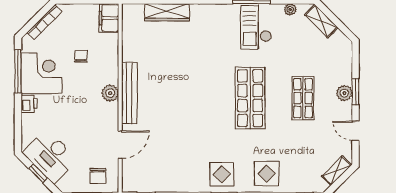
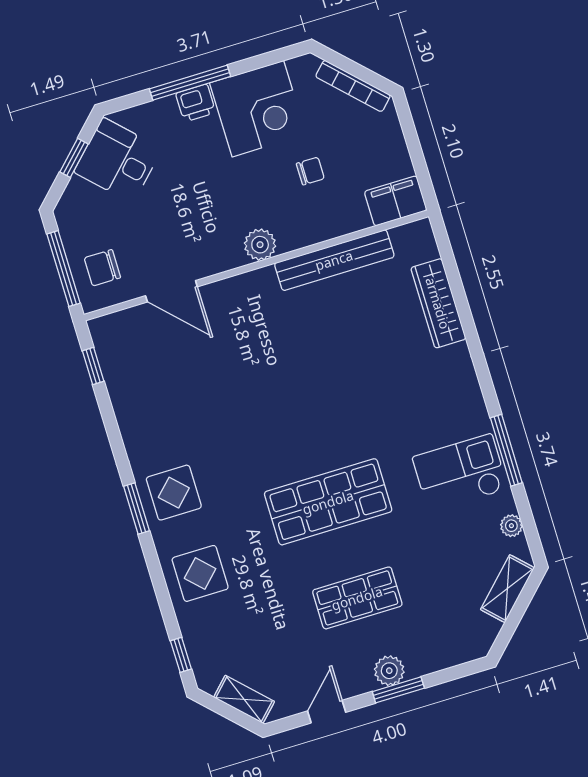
window: (18, 71) -> (190, 83), moved
bench: (129, 93) -> (334, 260), moved
desk: (50, 156) -> (118, 160), width x0.73

